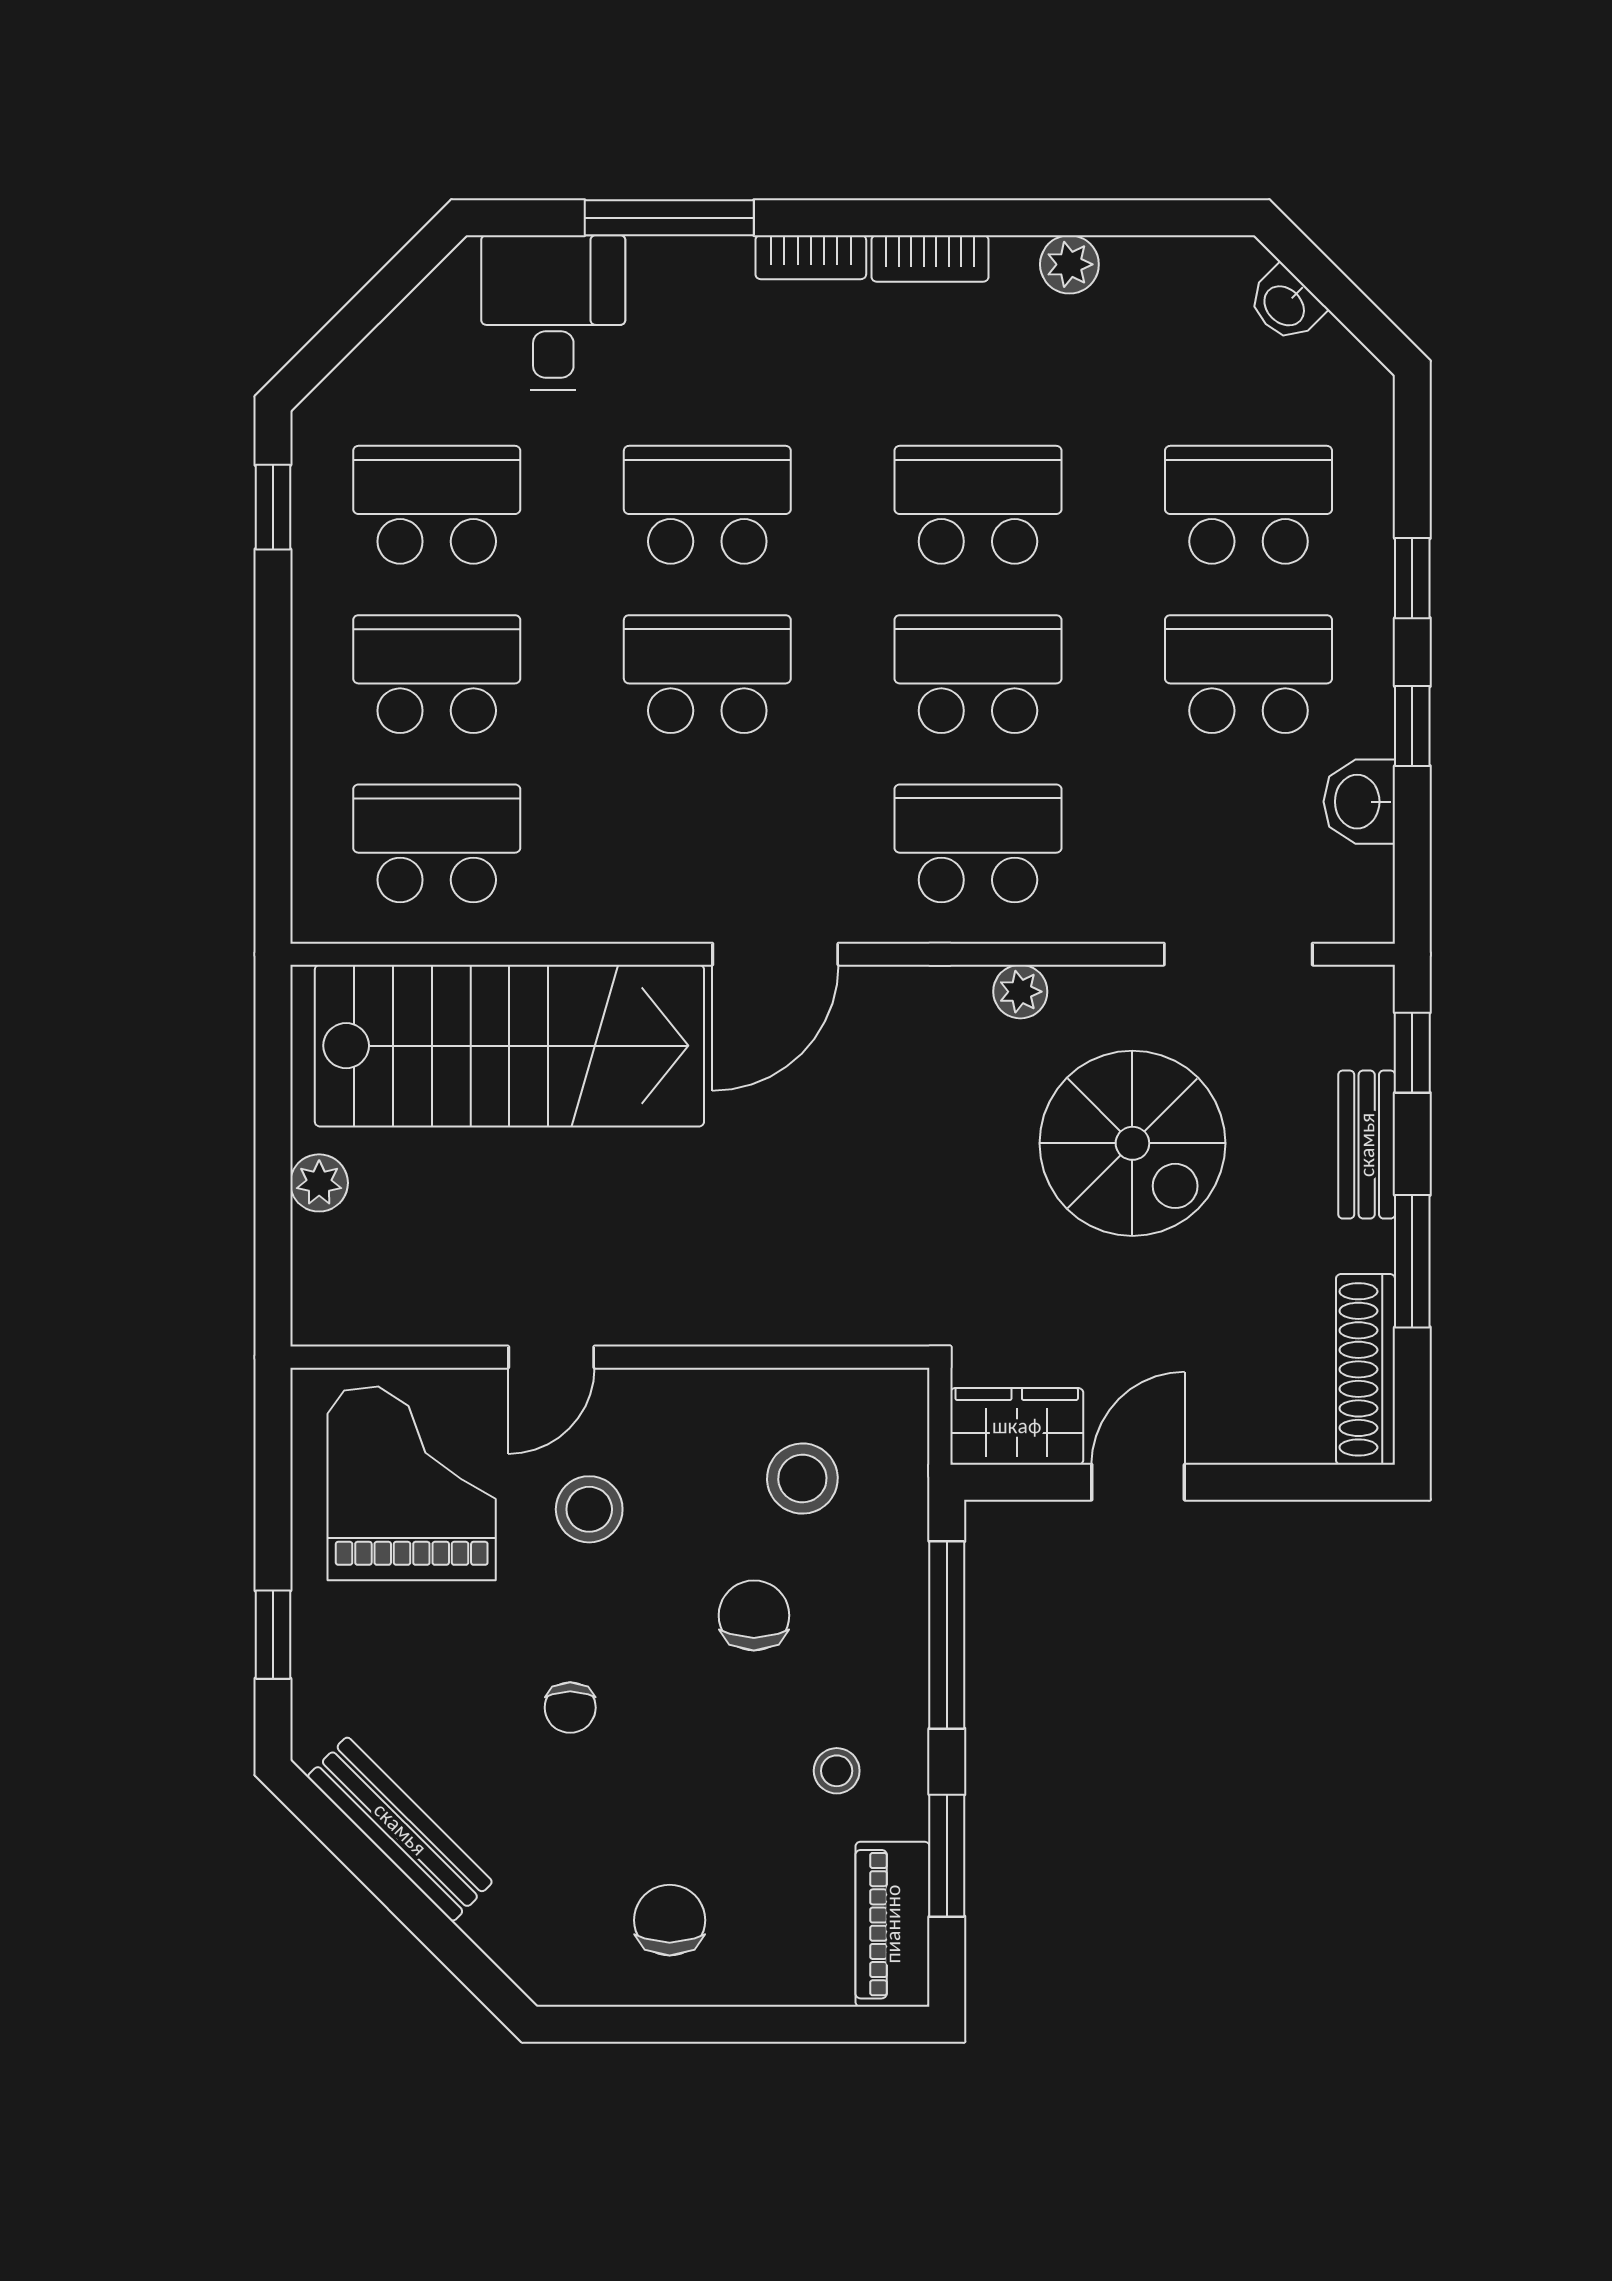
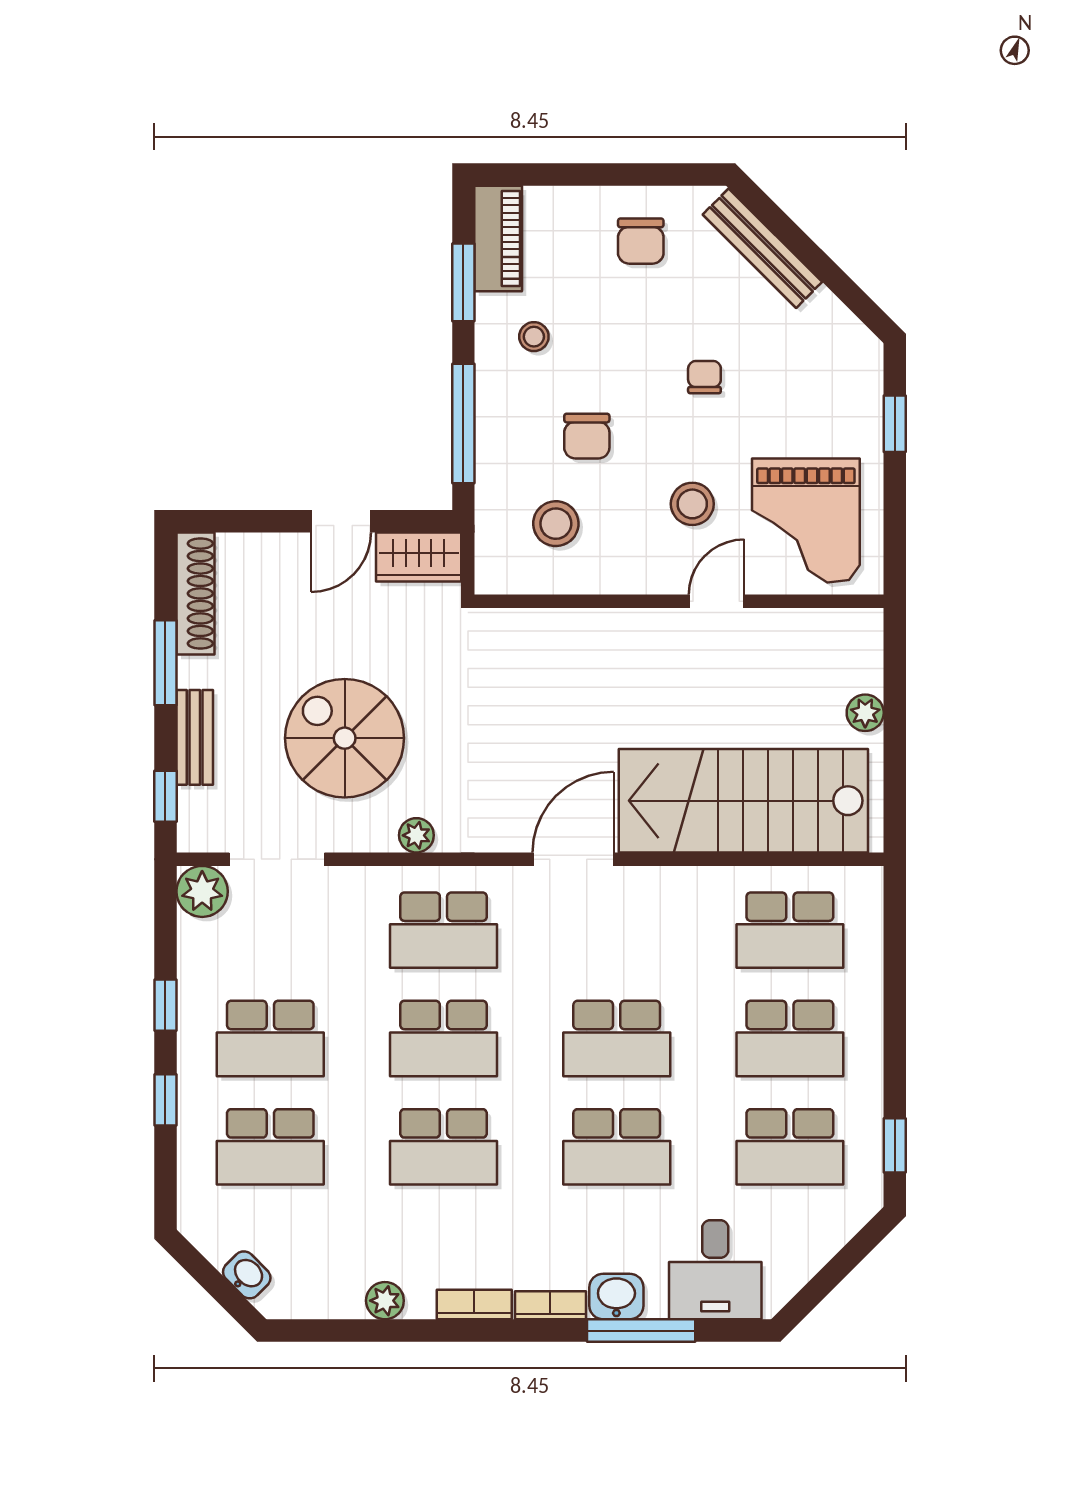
washbasin: (1359, 802) -> (616, 1297), moved, turned -90
plant: (1355, 904) -> (202, 891), added
bench: (400, 1829) -> (762, 248), moved

